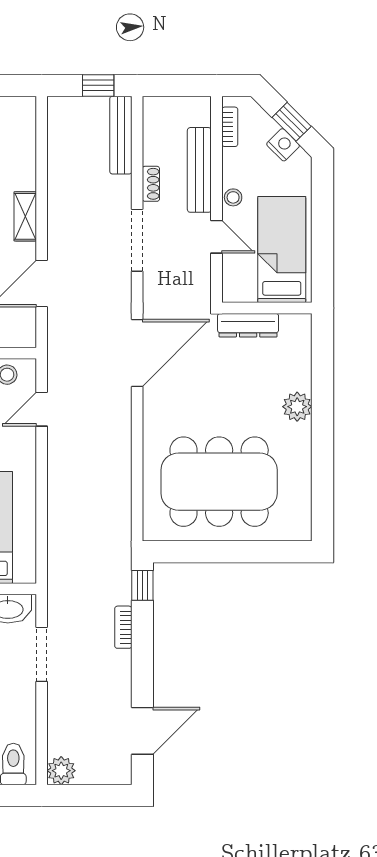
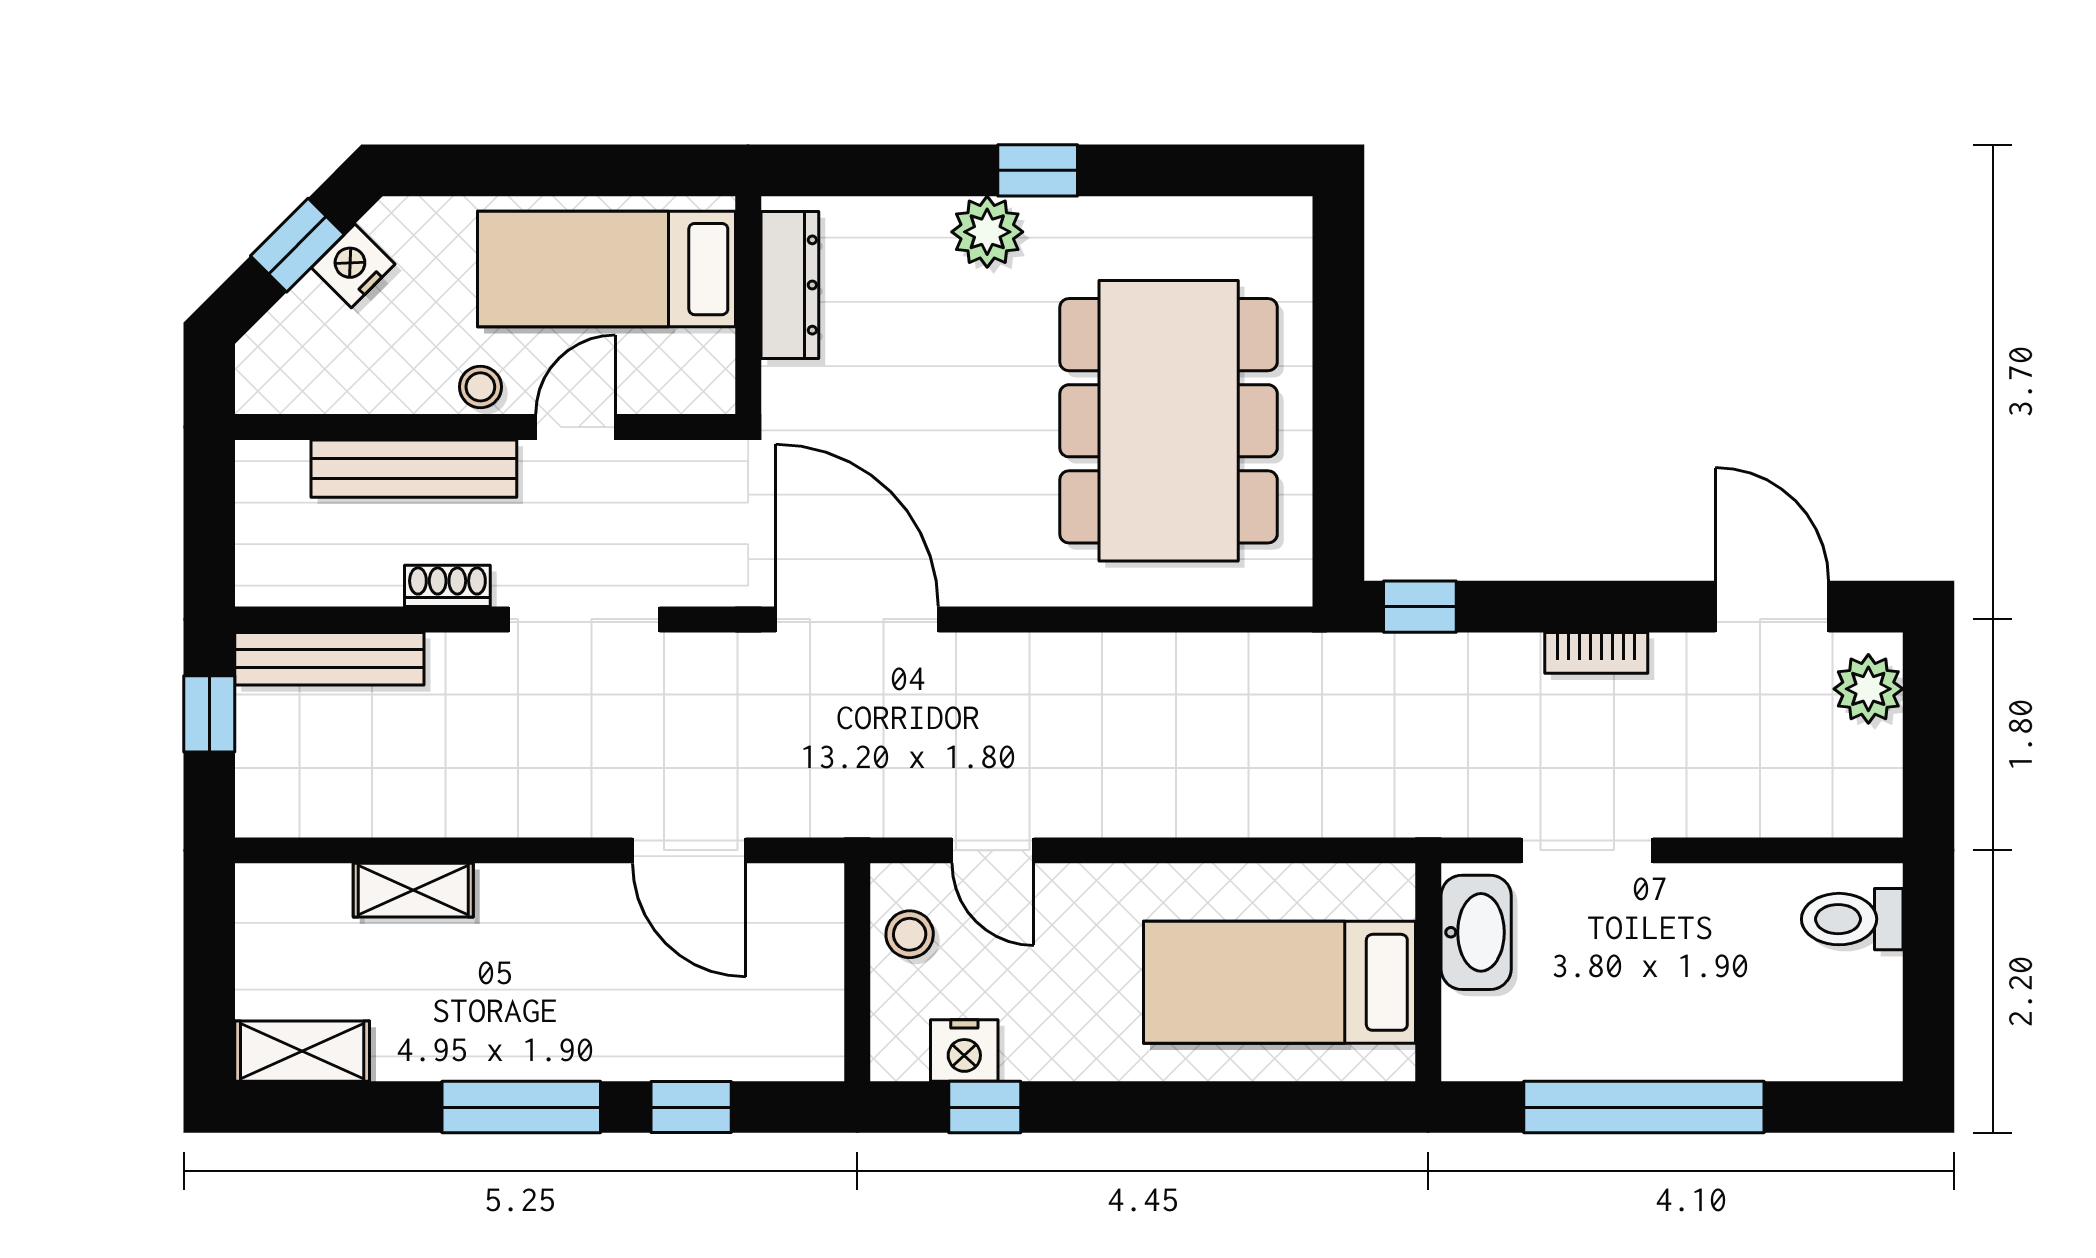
bookcase: (230, 127) -> (309, 395), removed
shelving: (25, 216) -> (413, 890), moved
dresser: (248, 325) -> (790, 285), moved
window: (323, 428) -> (1038, 170), added
bookcase: (123, 627) -> (1596, 653), moved
plant: (61, 771) -> (1868, 689), moved

